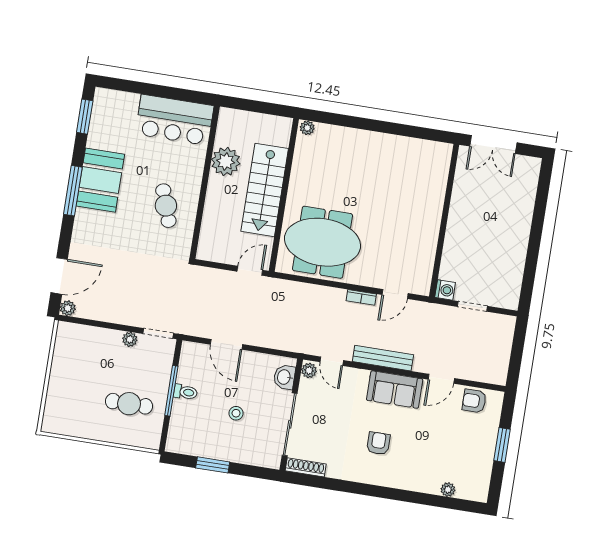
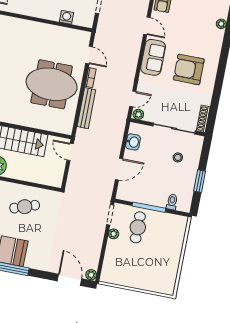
meeting table: (323, 242) -> (52, 84), moved, turned 90
washing machine: (445, 290) -> (66, 17), moved
bench: (383, 358) -> (86, 108), moved
washbasin: (284, 377) -> (133, 142), moved, turned -90
toilet: (186, 392) -> (172, 202), moved
cafe table: (129, 404) -> (138, 227), moved
stool: (236, 413) -> (178, 157), moved
armchair: (378, 443) -> (189, 69), width x1.88, depth x1.88

